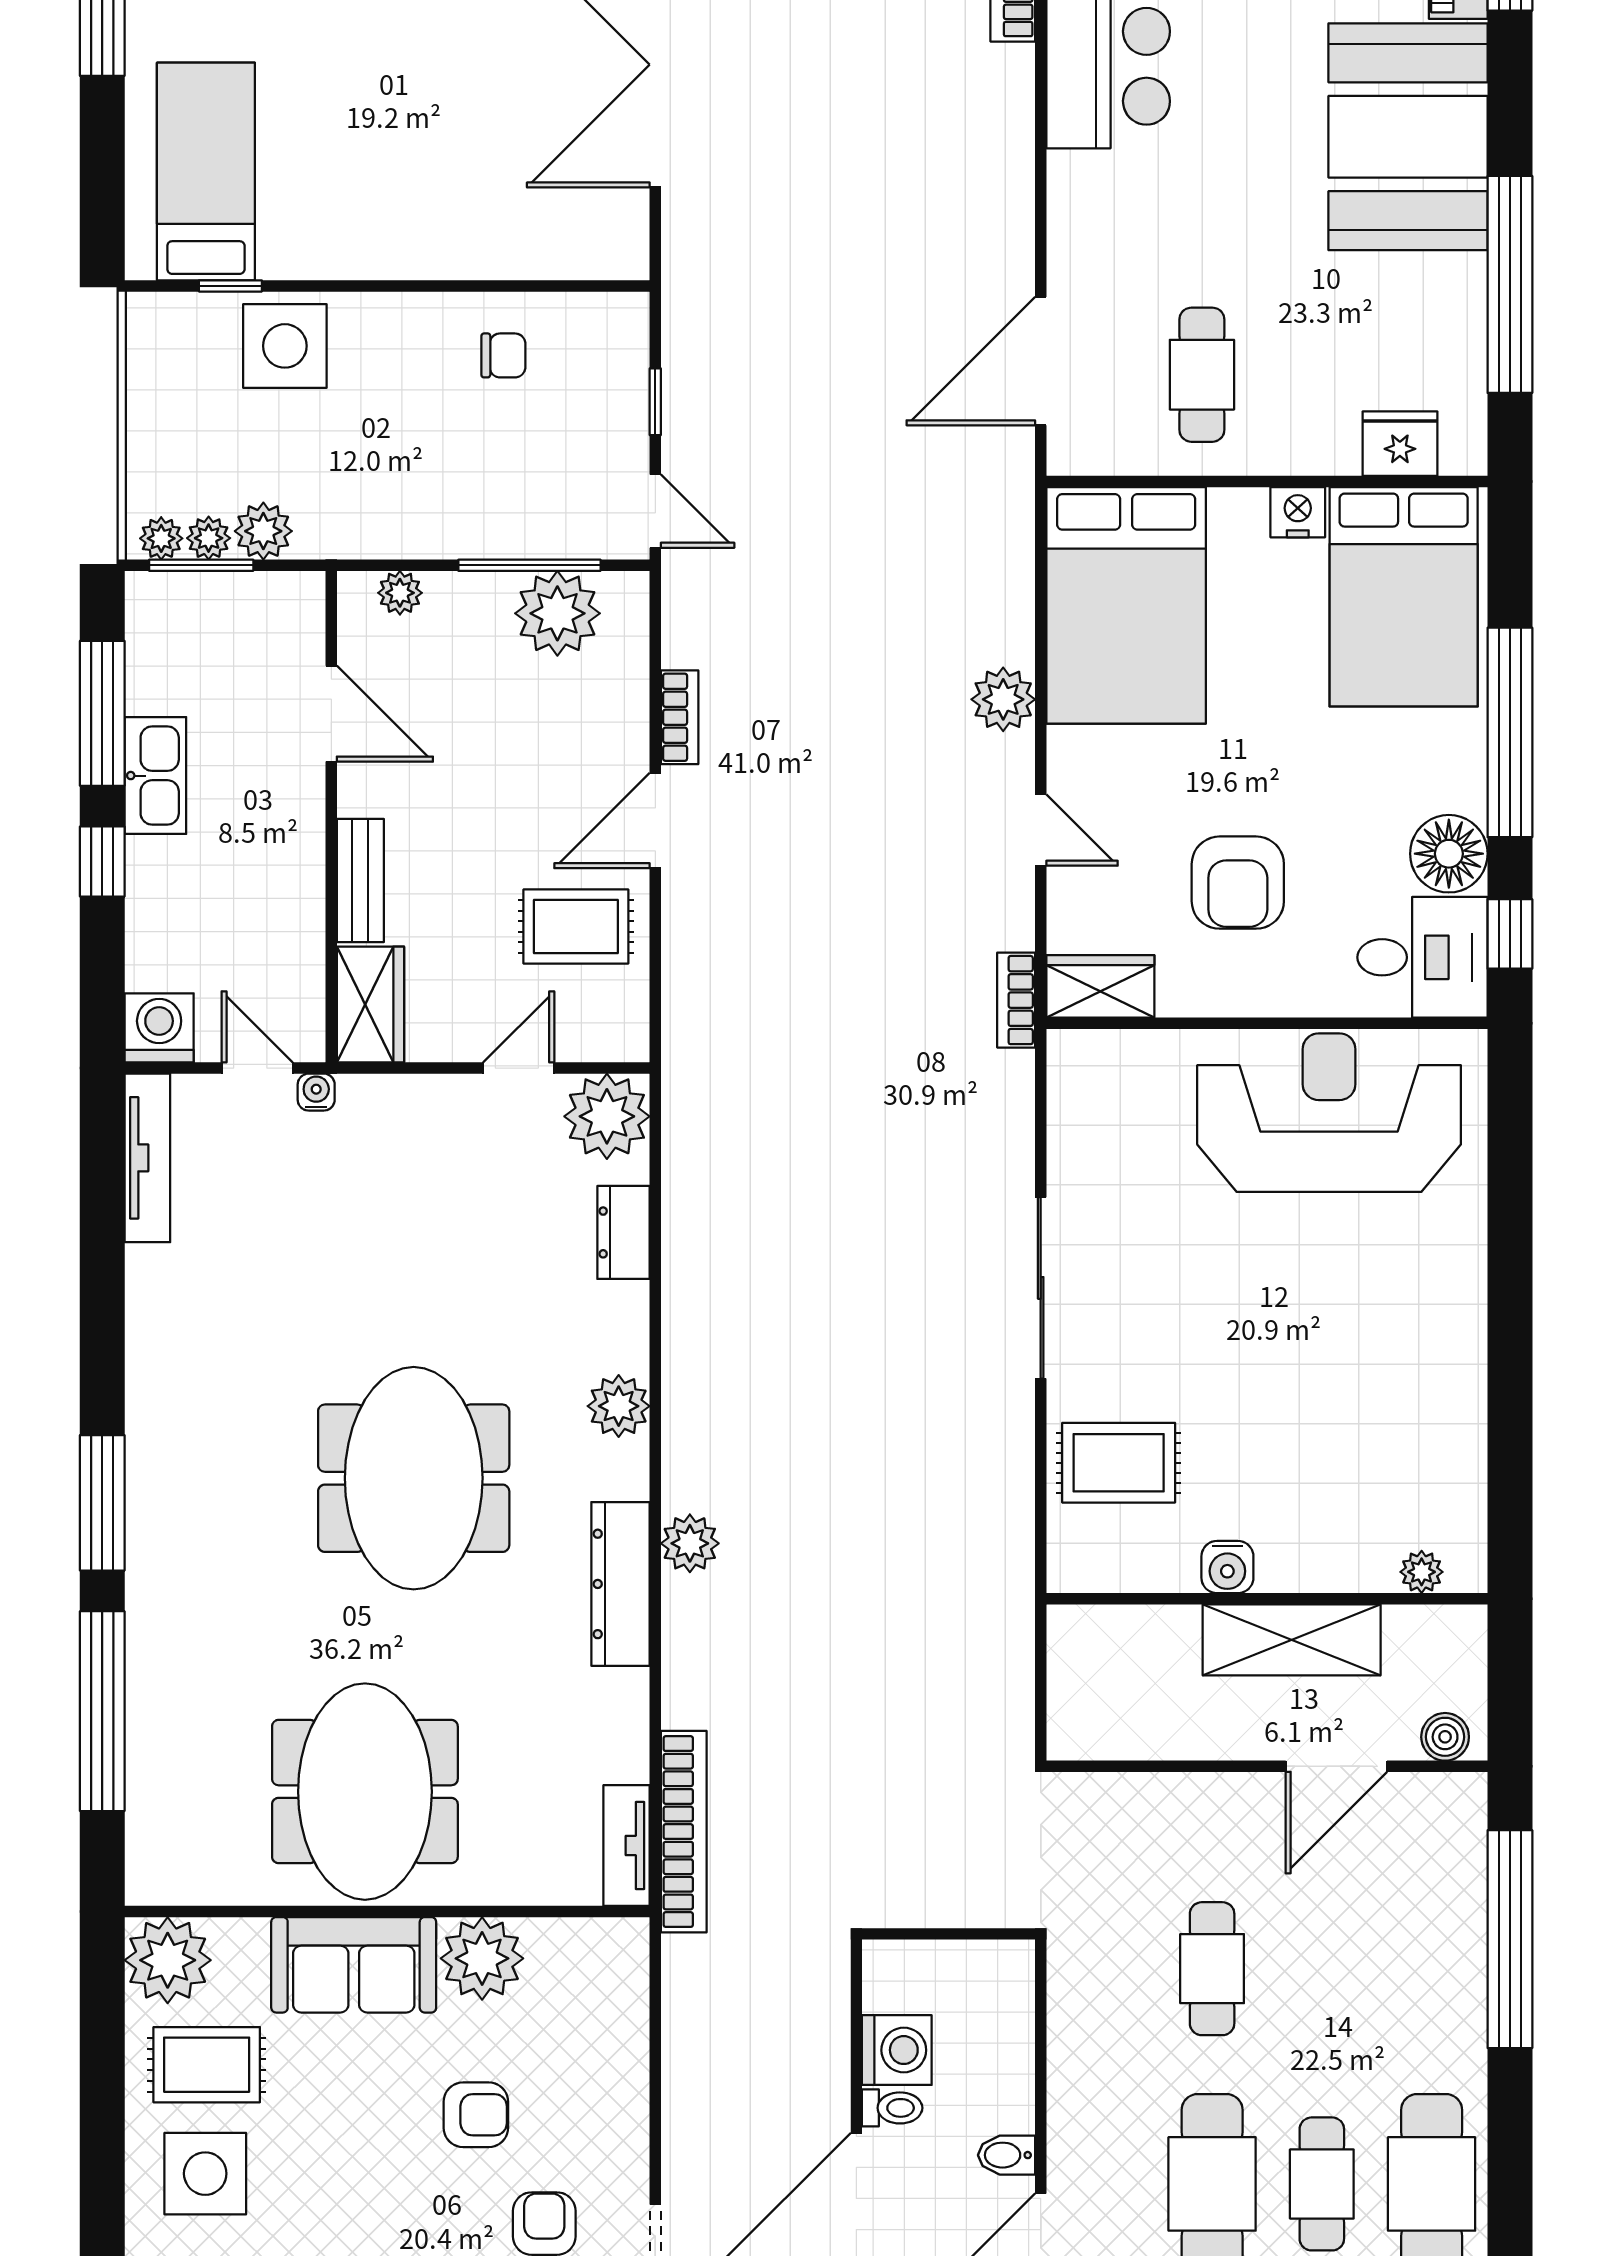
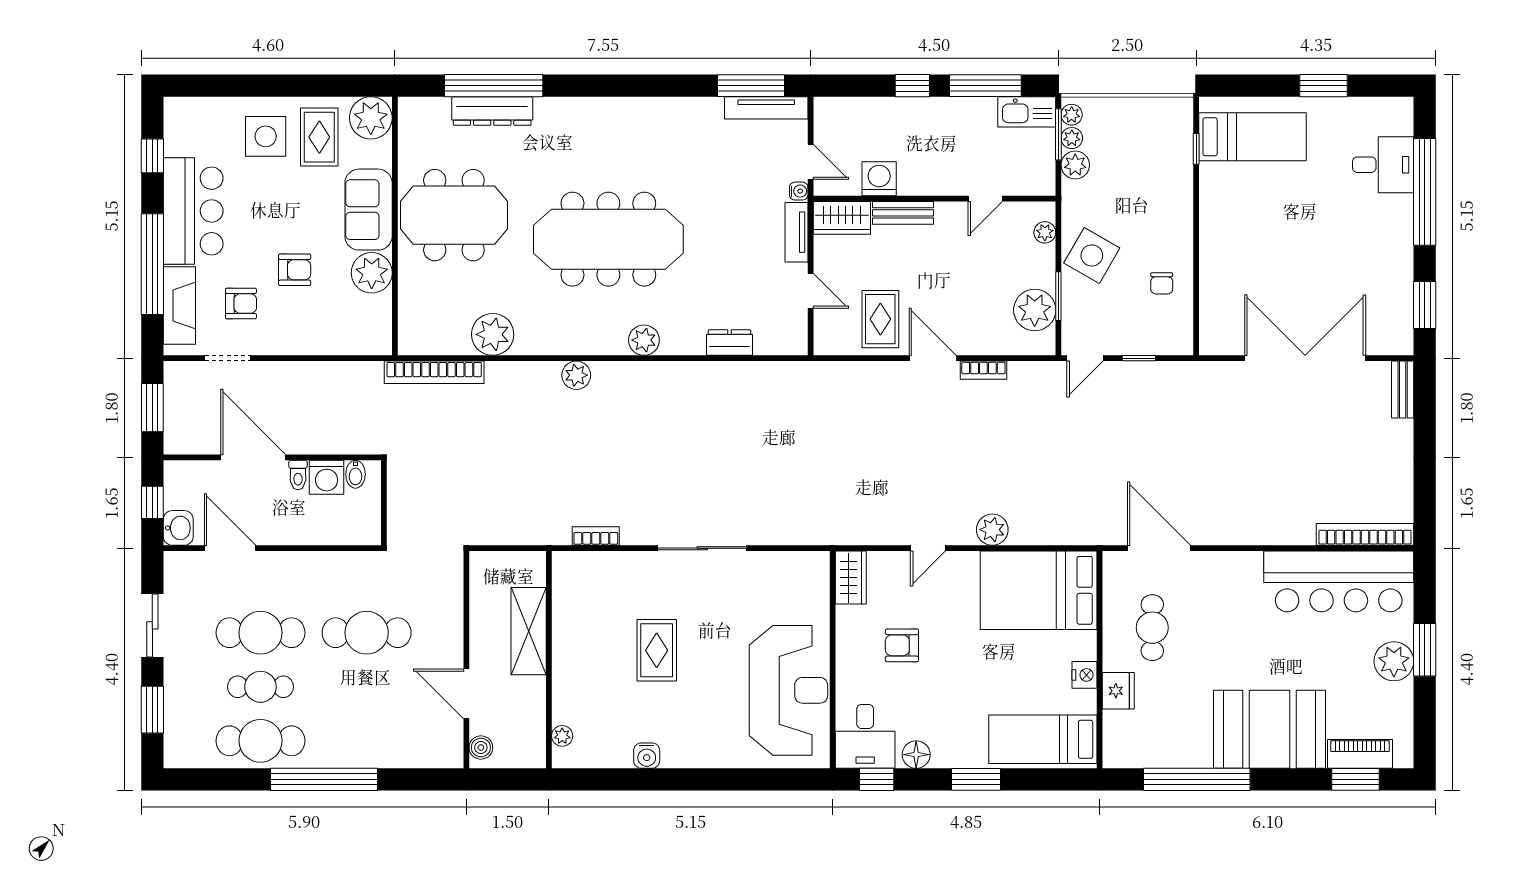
side table: (285, 346) -> (1092, 255), moved, turned 30
cafe table: (1202, 375) -> (1152, 628), turned 90
fridge: (1400, 444) -> (1118, 691), moved
window: (529, 565) -> (1058, 296), width x0.69
bed: (1404, 597) -> (1043, 739), width x0.67
door: (331, 714) -> (985, 199), width x0.73
window: (1510, 732) -> (976, 779), width x0.47
kitchen sink: (155, 776) -> (1027, 112), moved
floor lamp: (1449, 854) -> (916, 755), width x0.73, depth x0.73
armchair: (1238, 883) -> (902, 645), width x0.72, depth x0.72
bookcase: (1016, 1000) -> (596, 536), moved
washing machine: (159, 1028) -> (879, 179), moved, turned -90
door: (257, 1068) -> (811, 162), hinge flipped
plant: (607, 1116) -> (493, 334), moved
rug: (1119, 1463) -> (657, 650), moved
meeting table: (414, 1478) -> (608, 239), width x1.36
window: (102, 1503) -> (751, 86), moved
water cooler: (1227, 1567) -> (647, 756), moved, turned -90
dresser: (620, 1584) -> (492, 111), moved, turned 180
shelving: (1292, 1640) -> (529, 631), moved
tv unit: (627, 1845) -> (796, 232), moved, turned -90
window: (1510, 1939) -> (324, 779), moved
cafe table: (1212, 1969) -> (367, 633), width x1.37, depth x1.35
armchair: (476, 2115) -> (295, 270), turned -90
bidet: (1007, 2155) -> (355, 474), moved, turned 180

